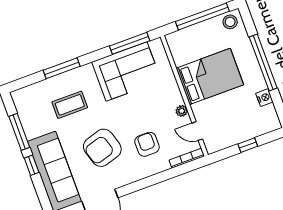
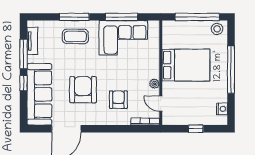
window: (130, 43) -> (122, 17), moved
nightstand: (264, 98) -> (222, 109), moved
coffee table: (70, 105) -> (75, 36), moved
tv unit: (24, 113) -> (32, 41), added
armchair: (102, 148) -> (83, 90), turned 107

